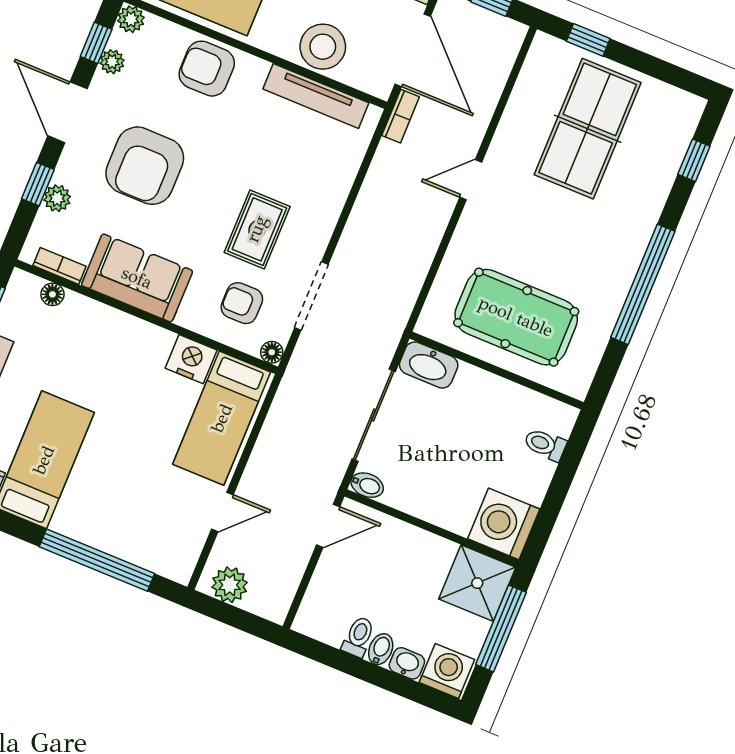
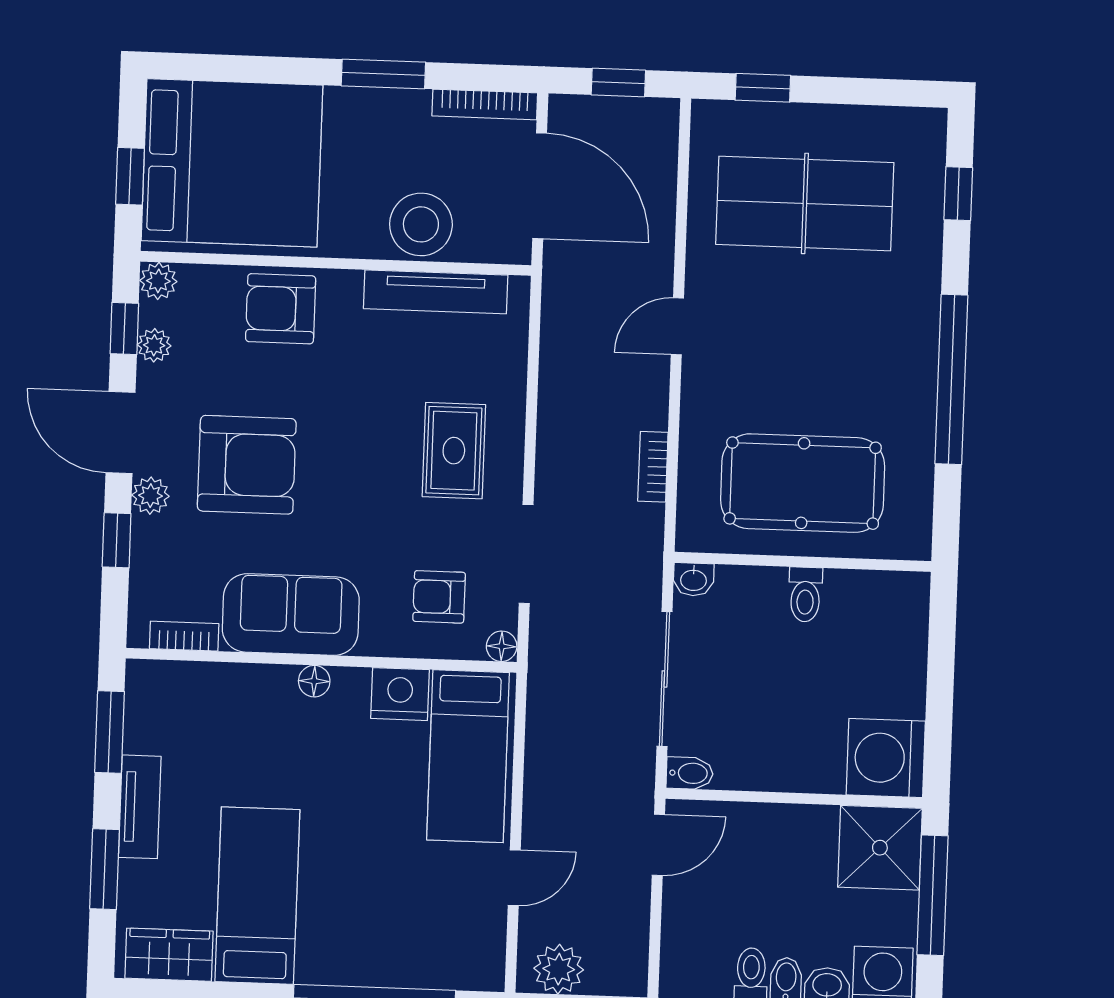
bookcase: (401, 116) -> (653, 467), moved, turned 180
table tennis table: (588, 129) -> (805, 203), turned 90
armchair: (145, 166) -> (247, 465), turned -90
plant: (57, 198) -> (151, 496), moved
rug: (257, 229) -> (454, 451), moved
floor lamp: (52, 294) -> (314, 681), moved
washbasin: (429, 365) -> (694, 579), width x0.52, depth x0.69
toilet: (545, 445) -> (805, 594), moved, turned -90

